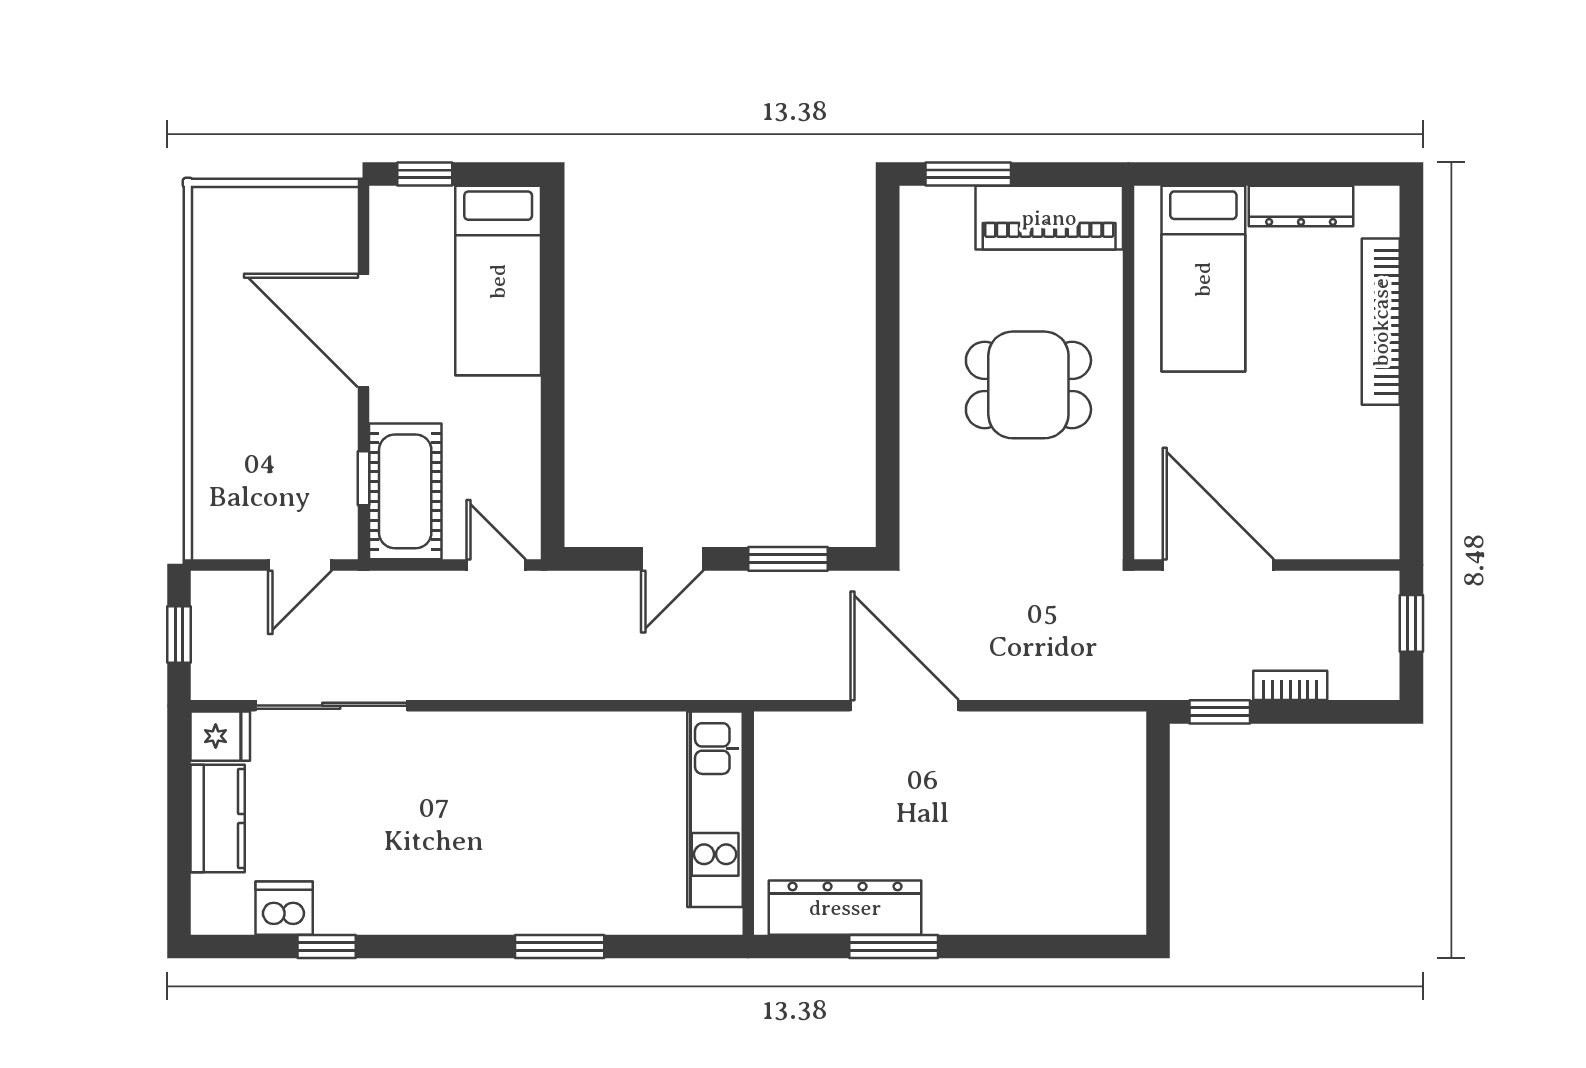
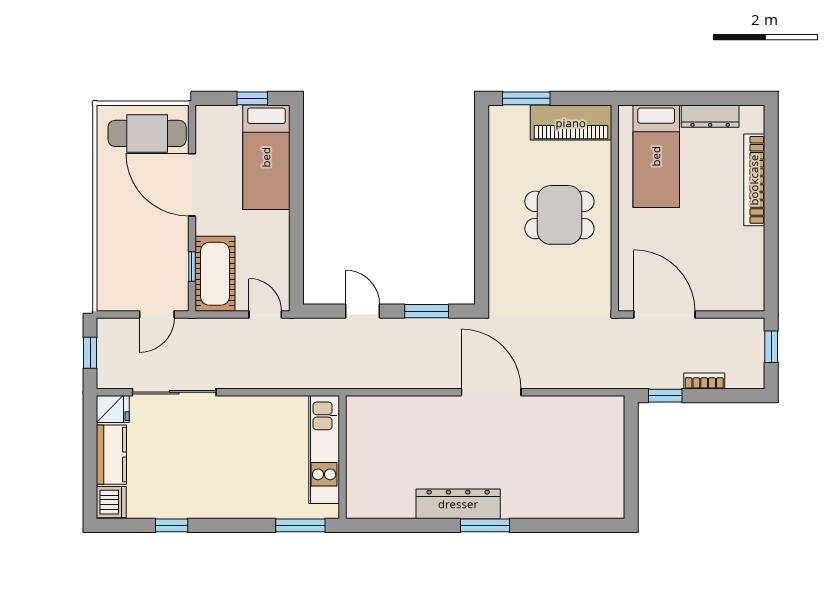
window: (425, 174) -> (252, 98), moved
cafe table: (282, 237) -> (147, 133), added
door: (672, 559) -> (363, 311), swing flipped
kitchen unit: (715, 809) -> (324, 449), moved
wall: (748, 823) -> (342, 457), moved
dishwasher: (284, 908) -> (111, 502), moved, turned 90

